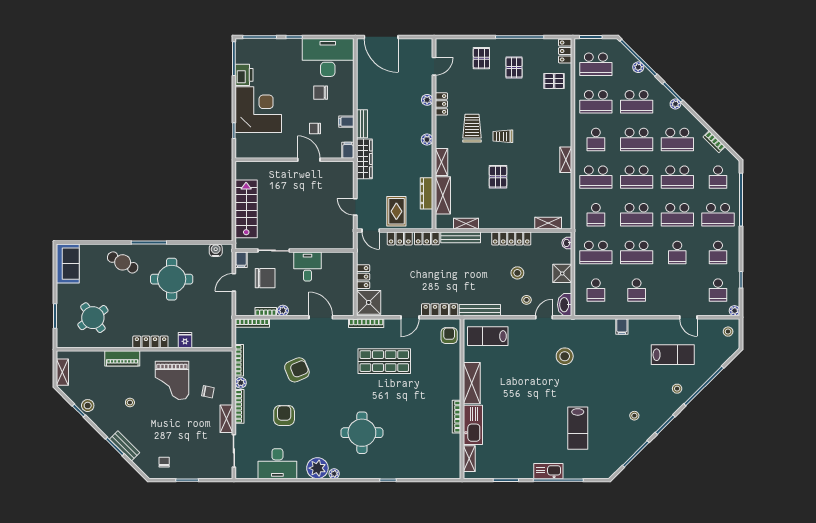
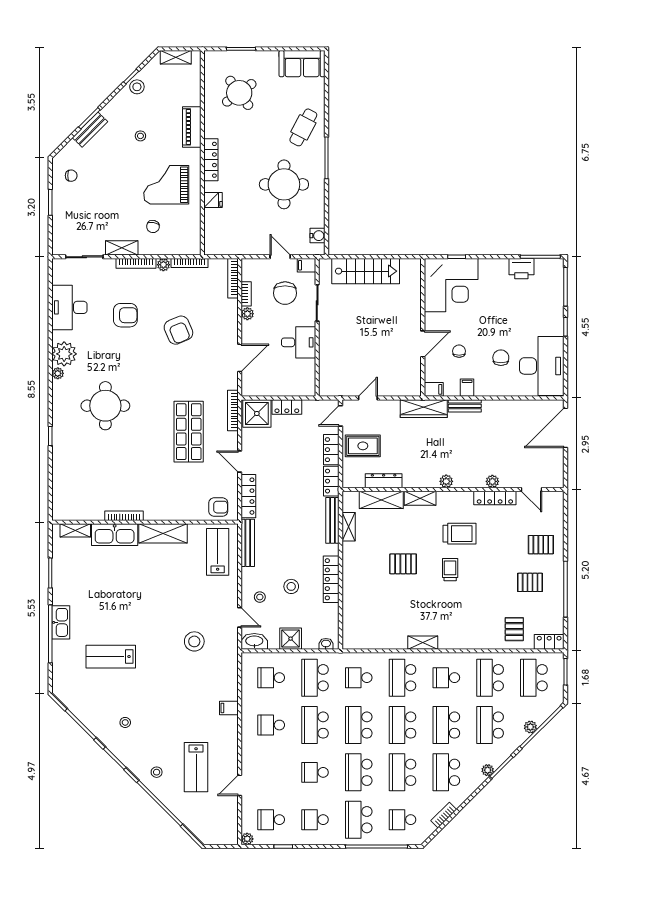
locker: (441, 104) -> (495, 498), width x1.53
corner desk: (258, 110) -> (451, 285), moved
shelving: (548, 223) -> (349, 622), removed
stool: (728, 332) -> (223, 831), removed

